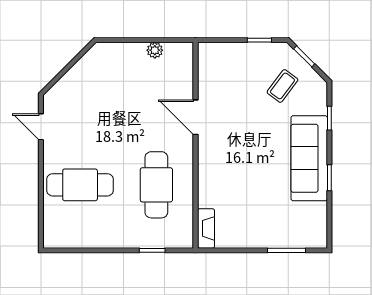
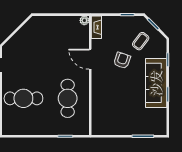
plant: (155, 50) -> (84, 20), moved
armchair: (250, 119) -> (122, 60), added
fireplace: (206, 228) -> (96, 27), moved

